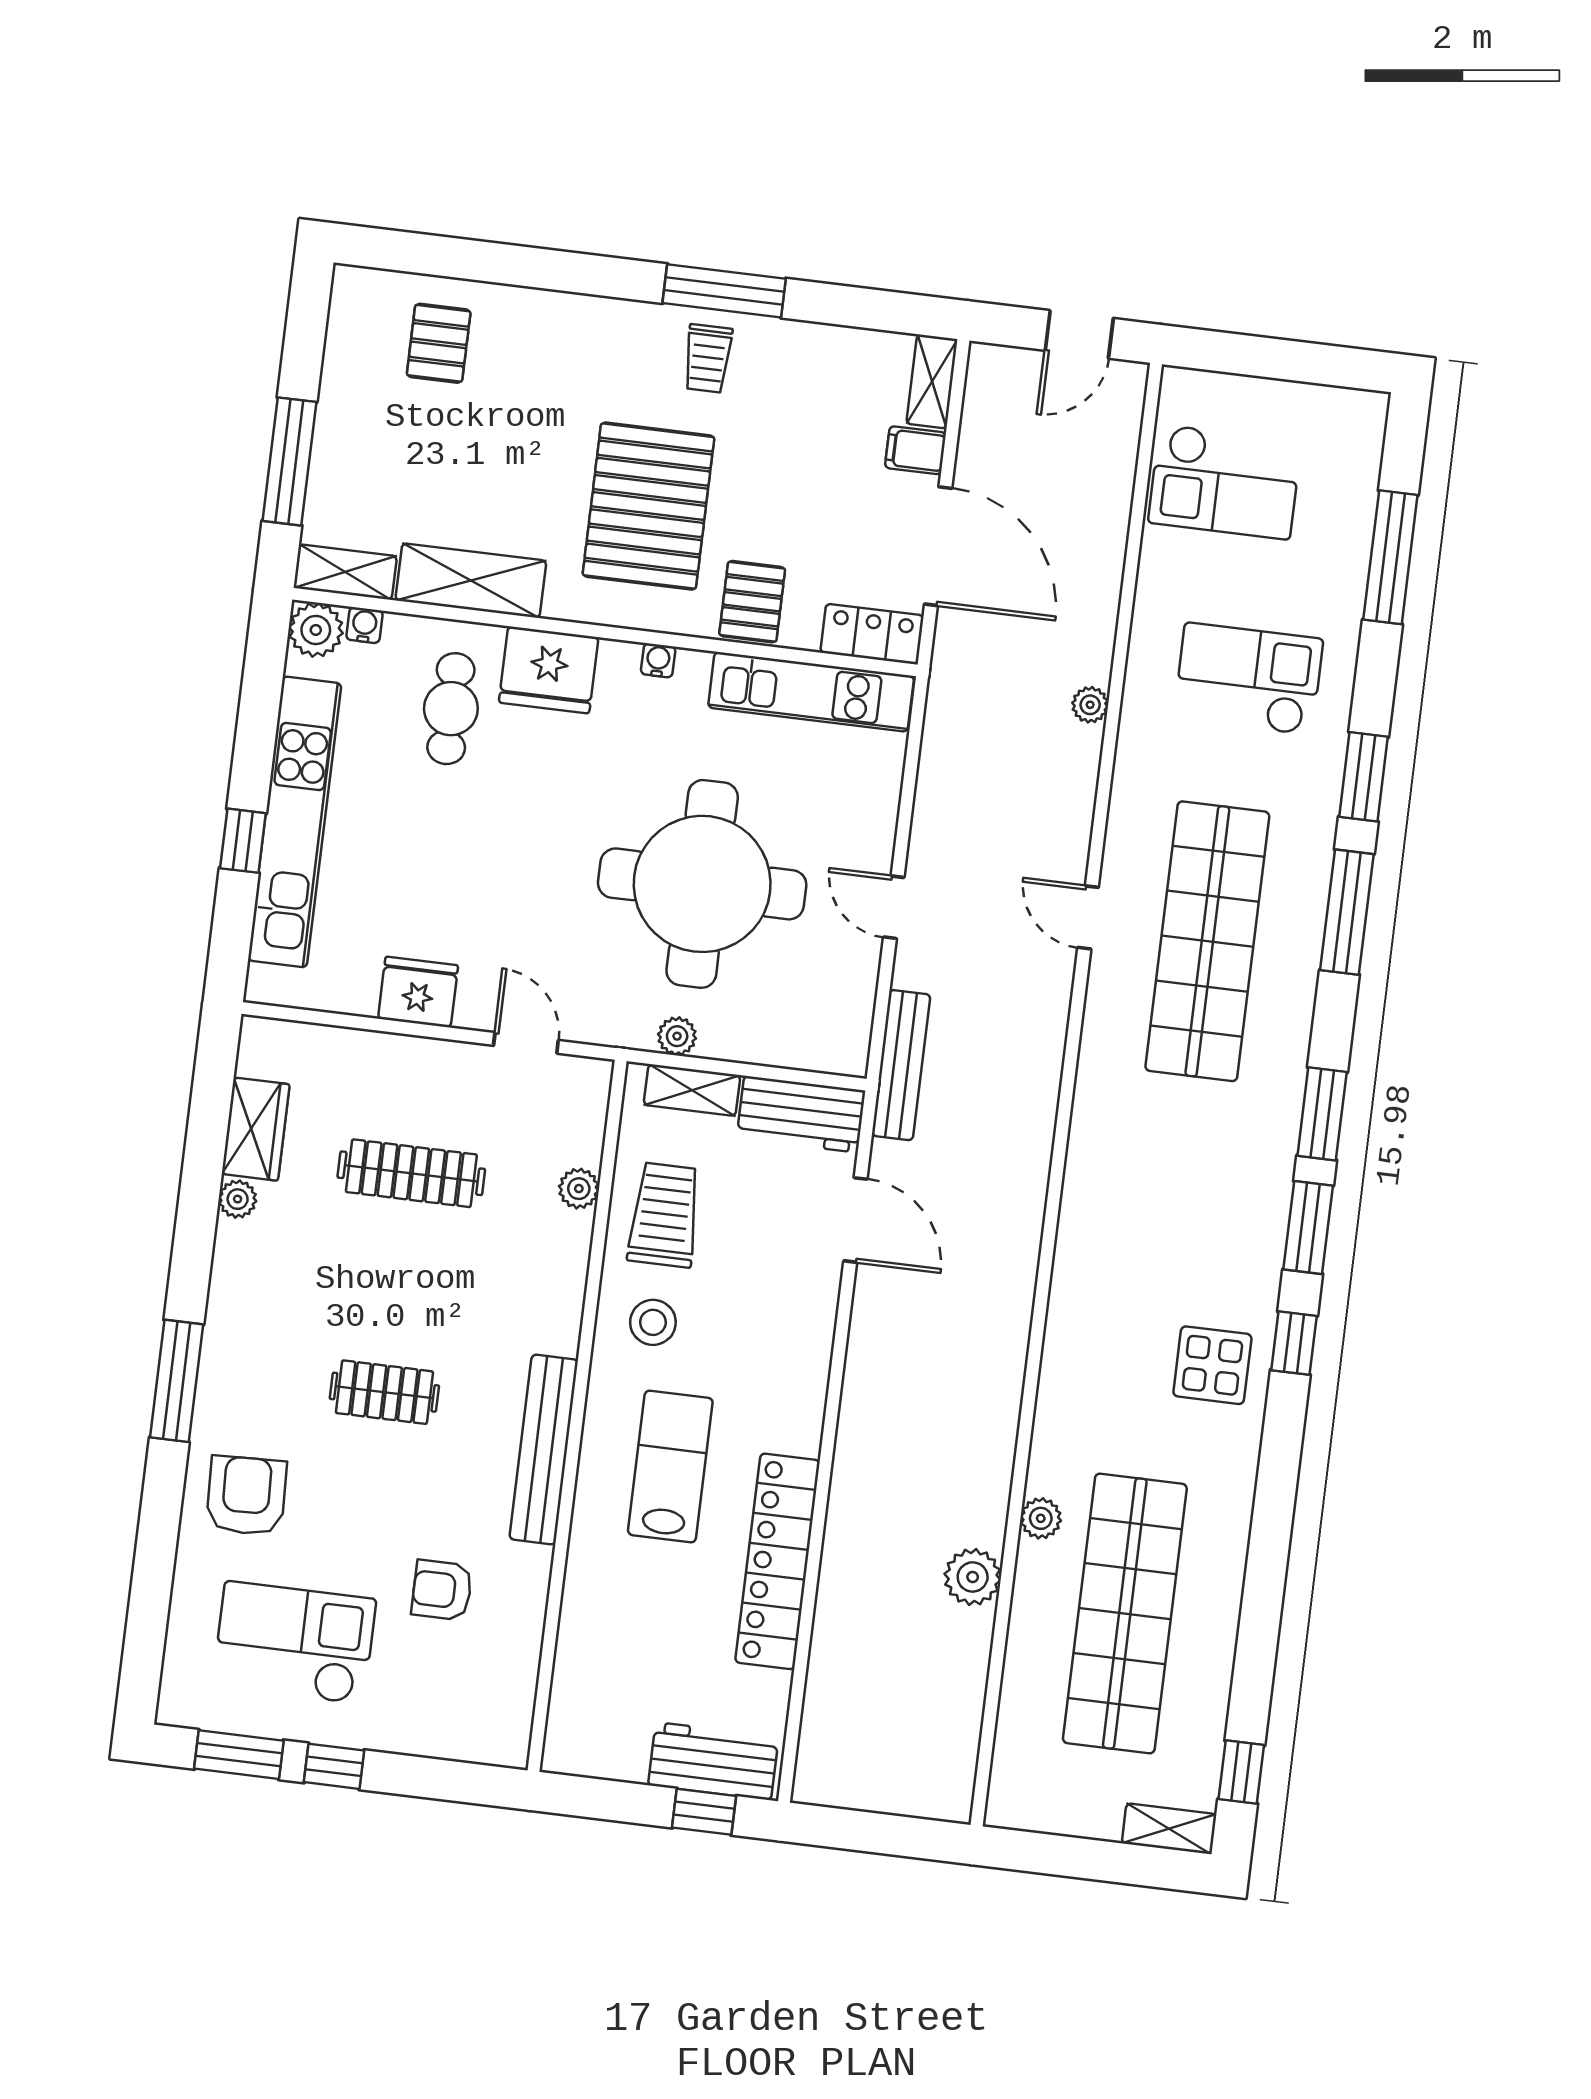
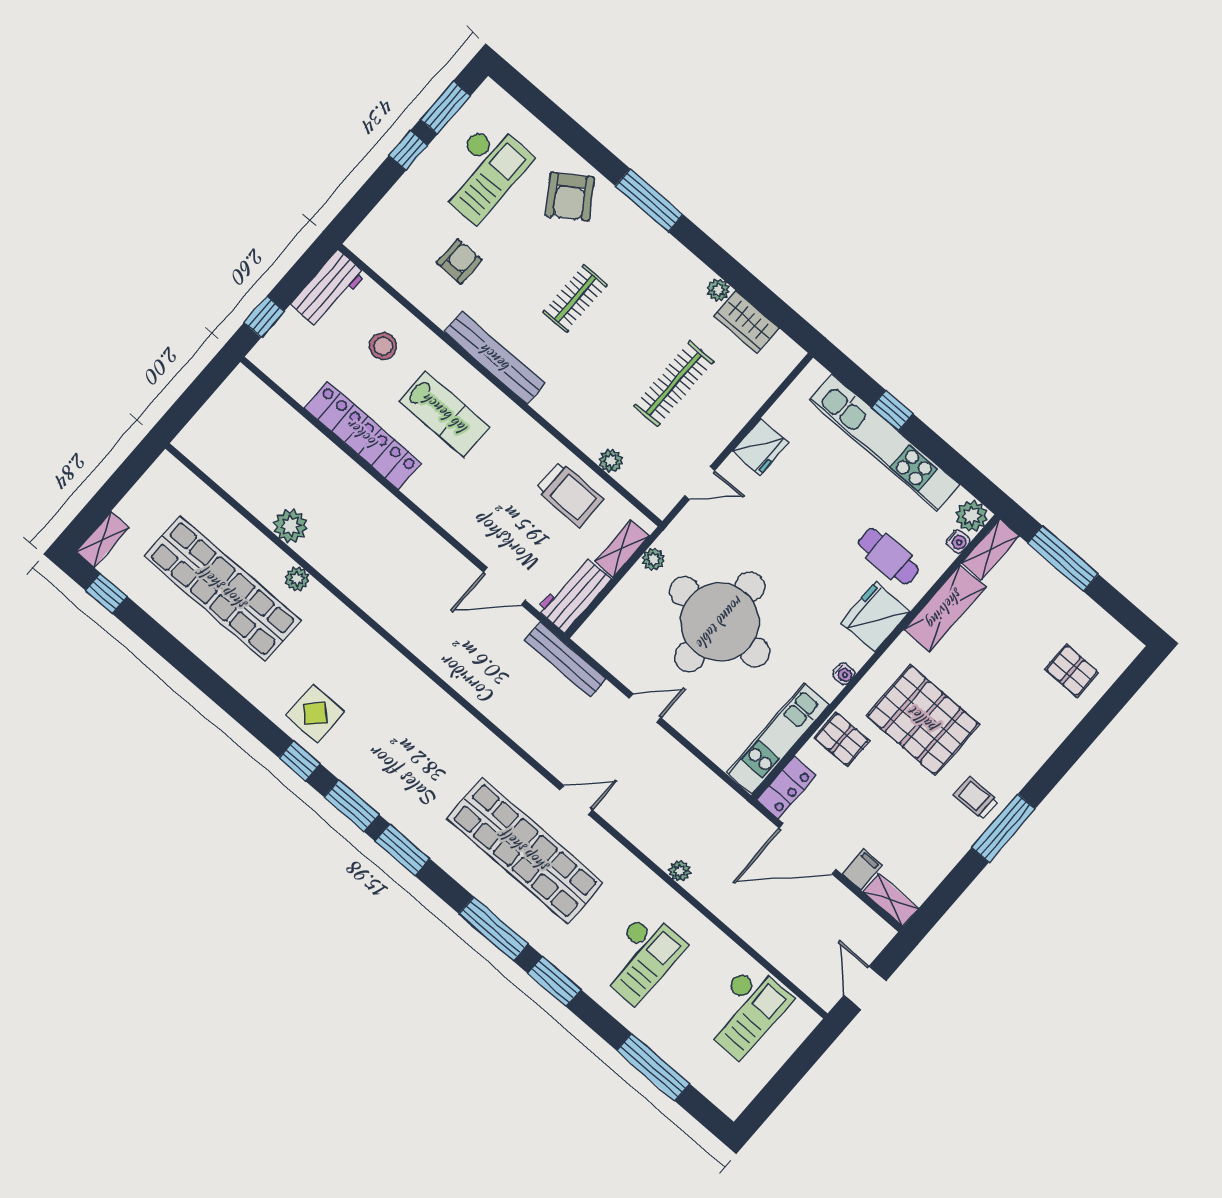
checkout: (1225, 482) -> (745, 1011), turned 180
stool: (653, 1322) -> (383, 346), moved
armchair: (246, 1496) -> (570, 197), turned 58
workbench: (713, 1761) -> (328, 289), moved

